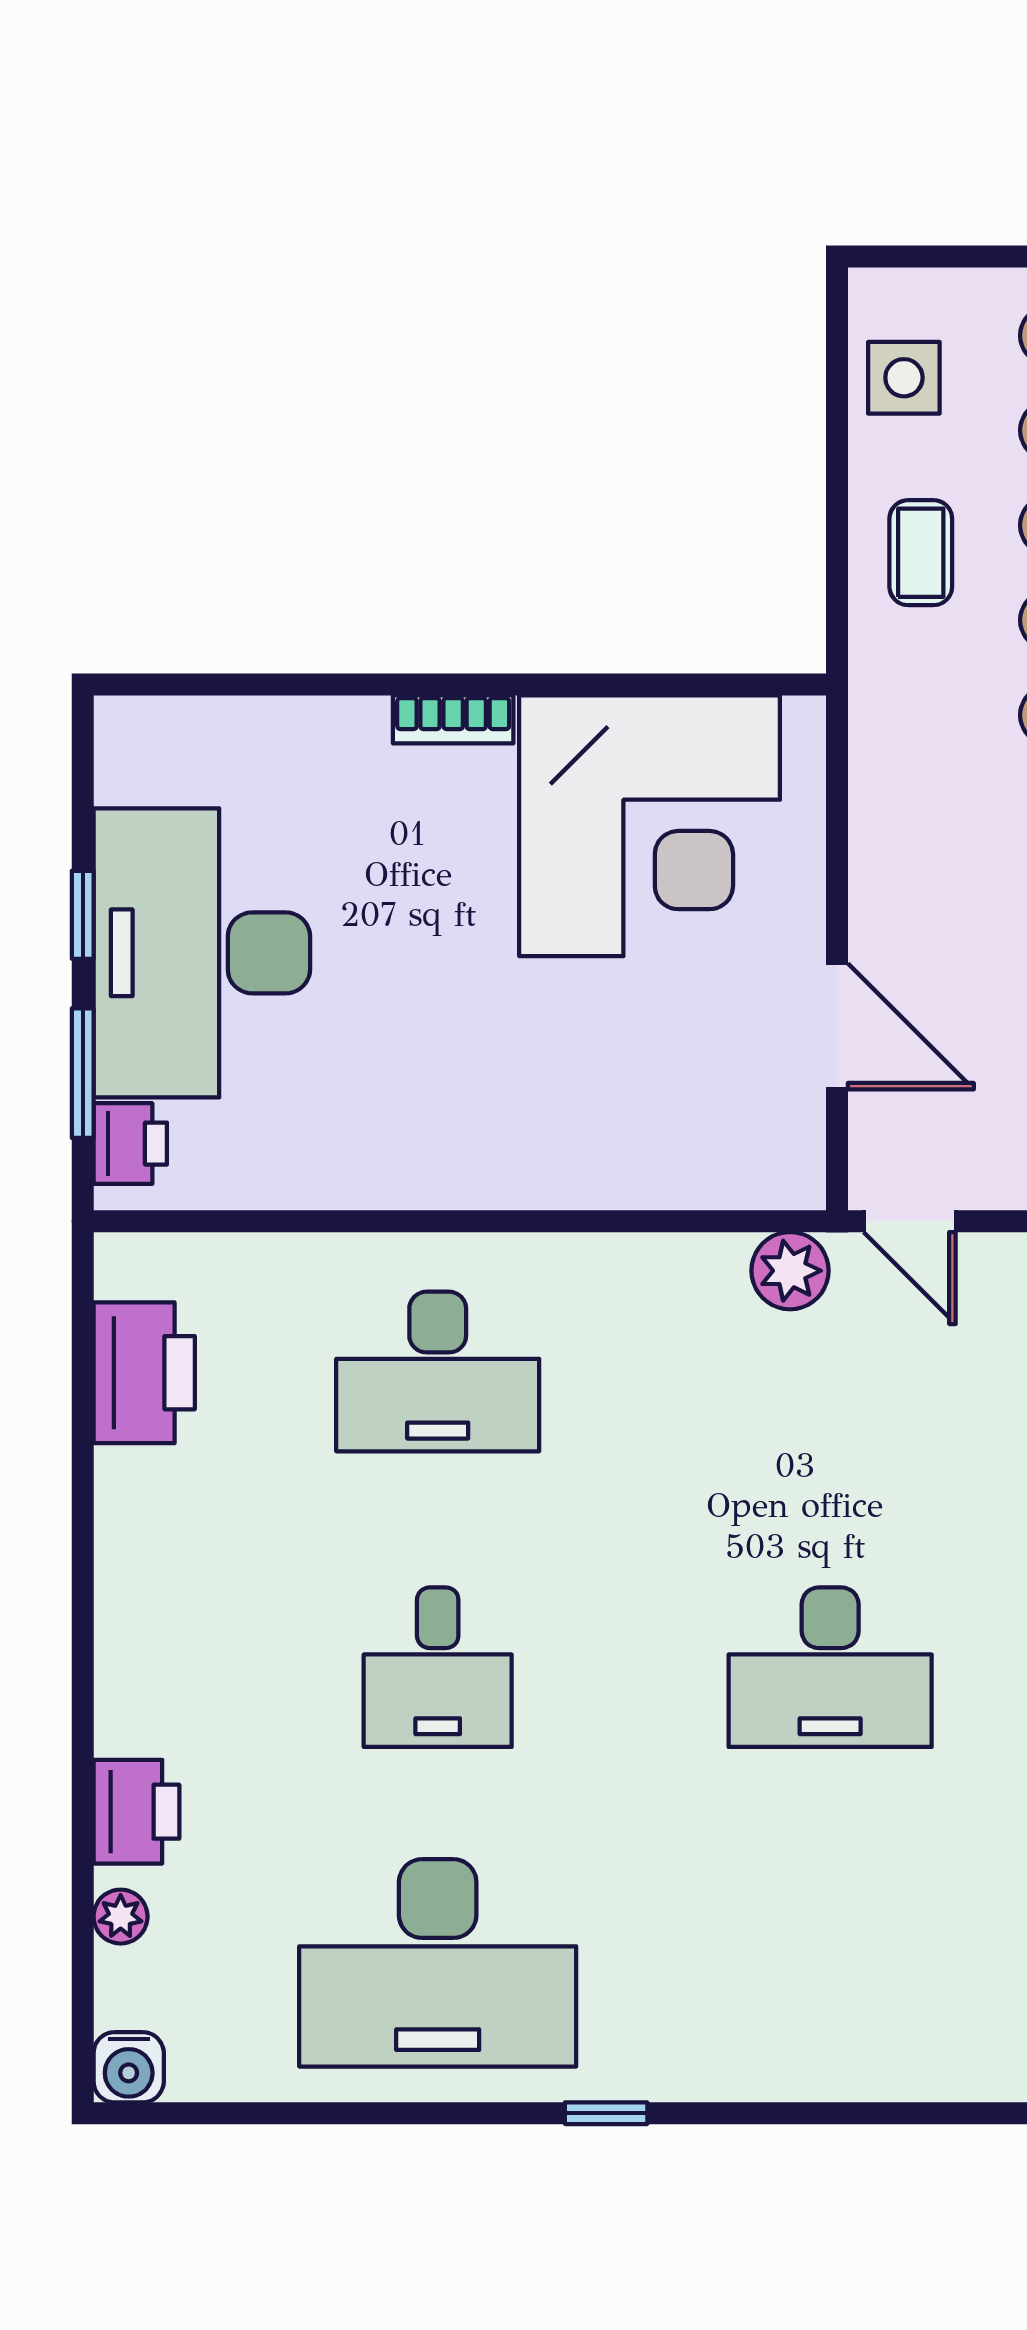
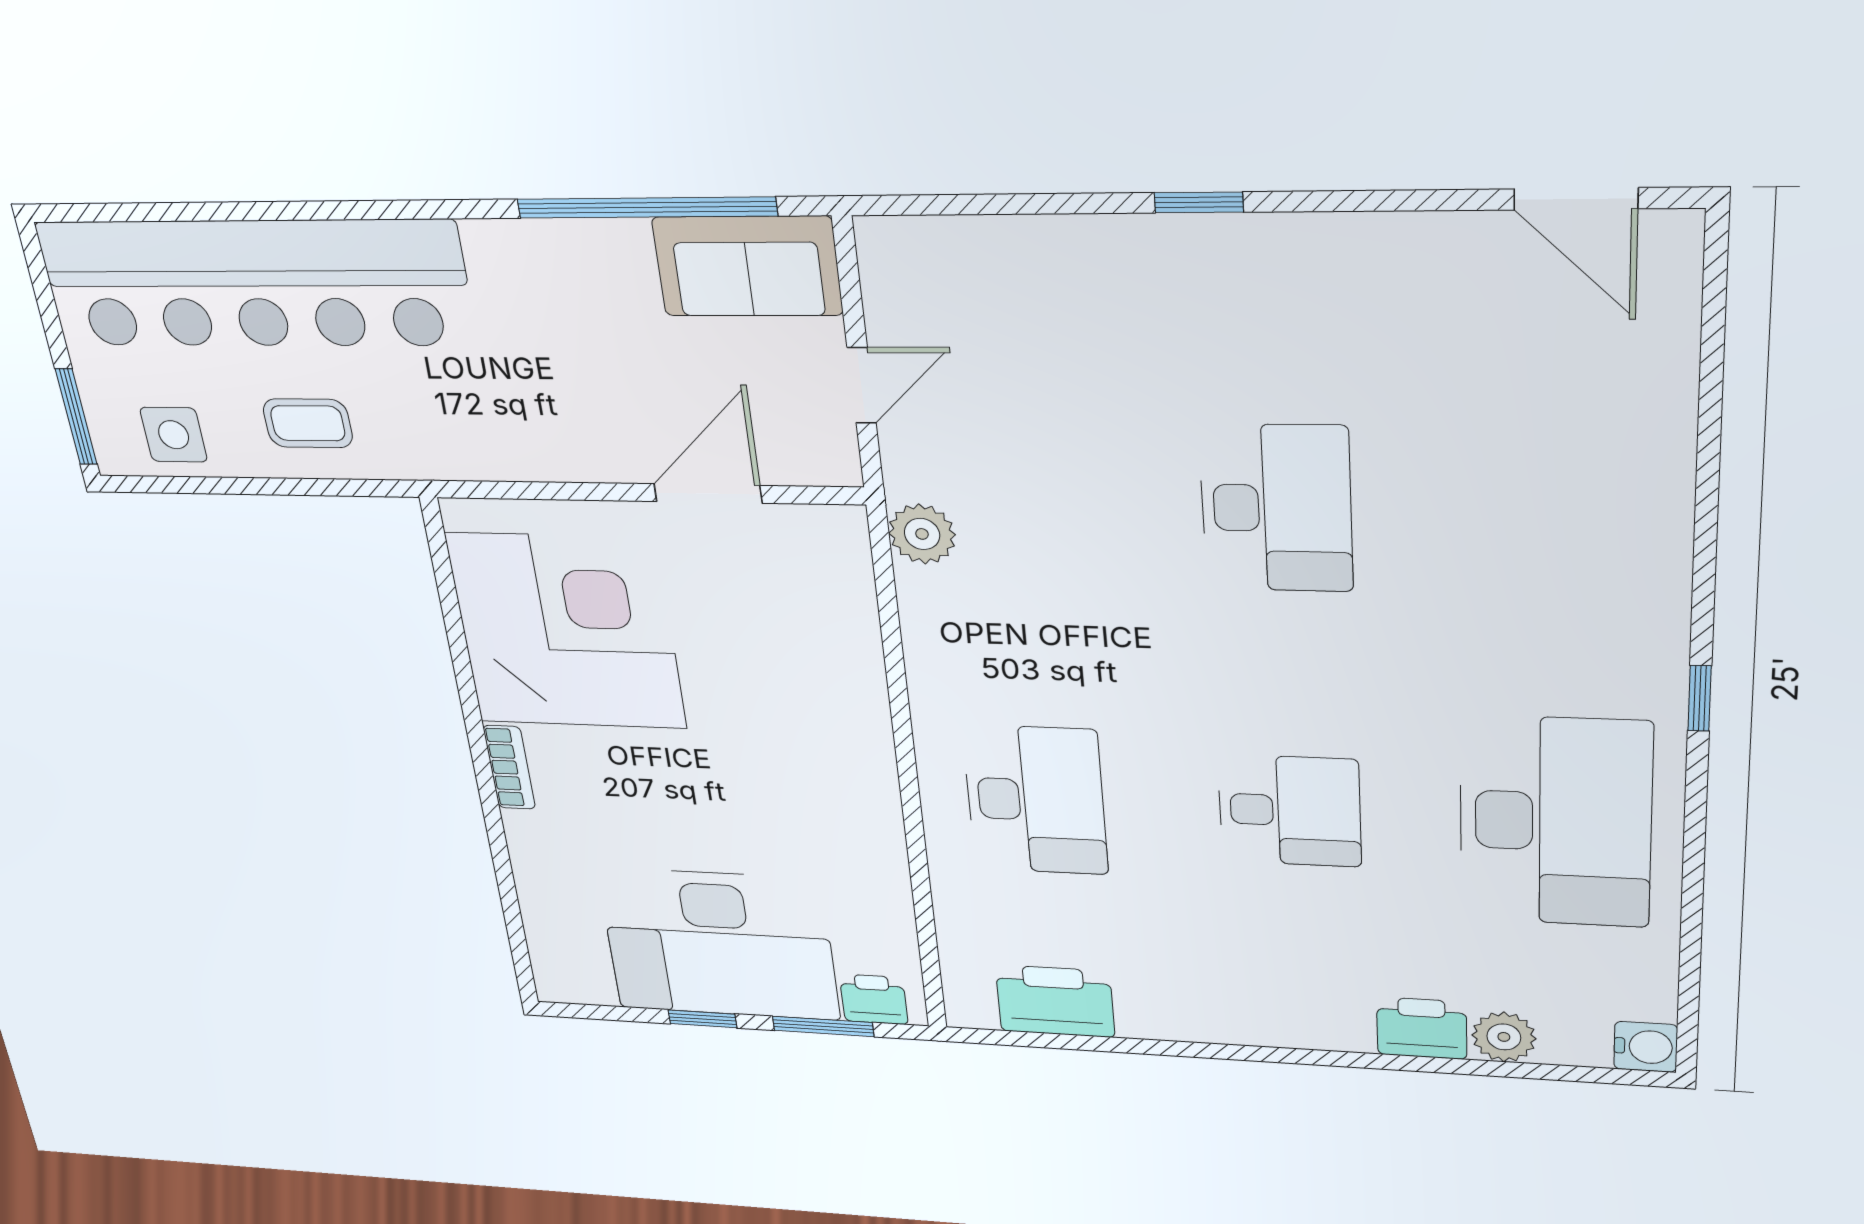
window: (926, 257) -> (76, 417), added
door: (910, 1221) -> (862, 385), moved
plant: (121, 1917) -> (1504, 1037), width x1.38, depth x1.38

